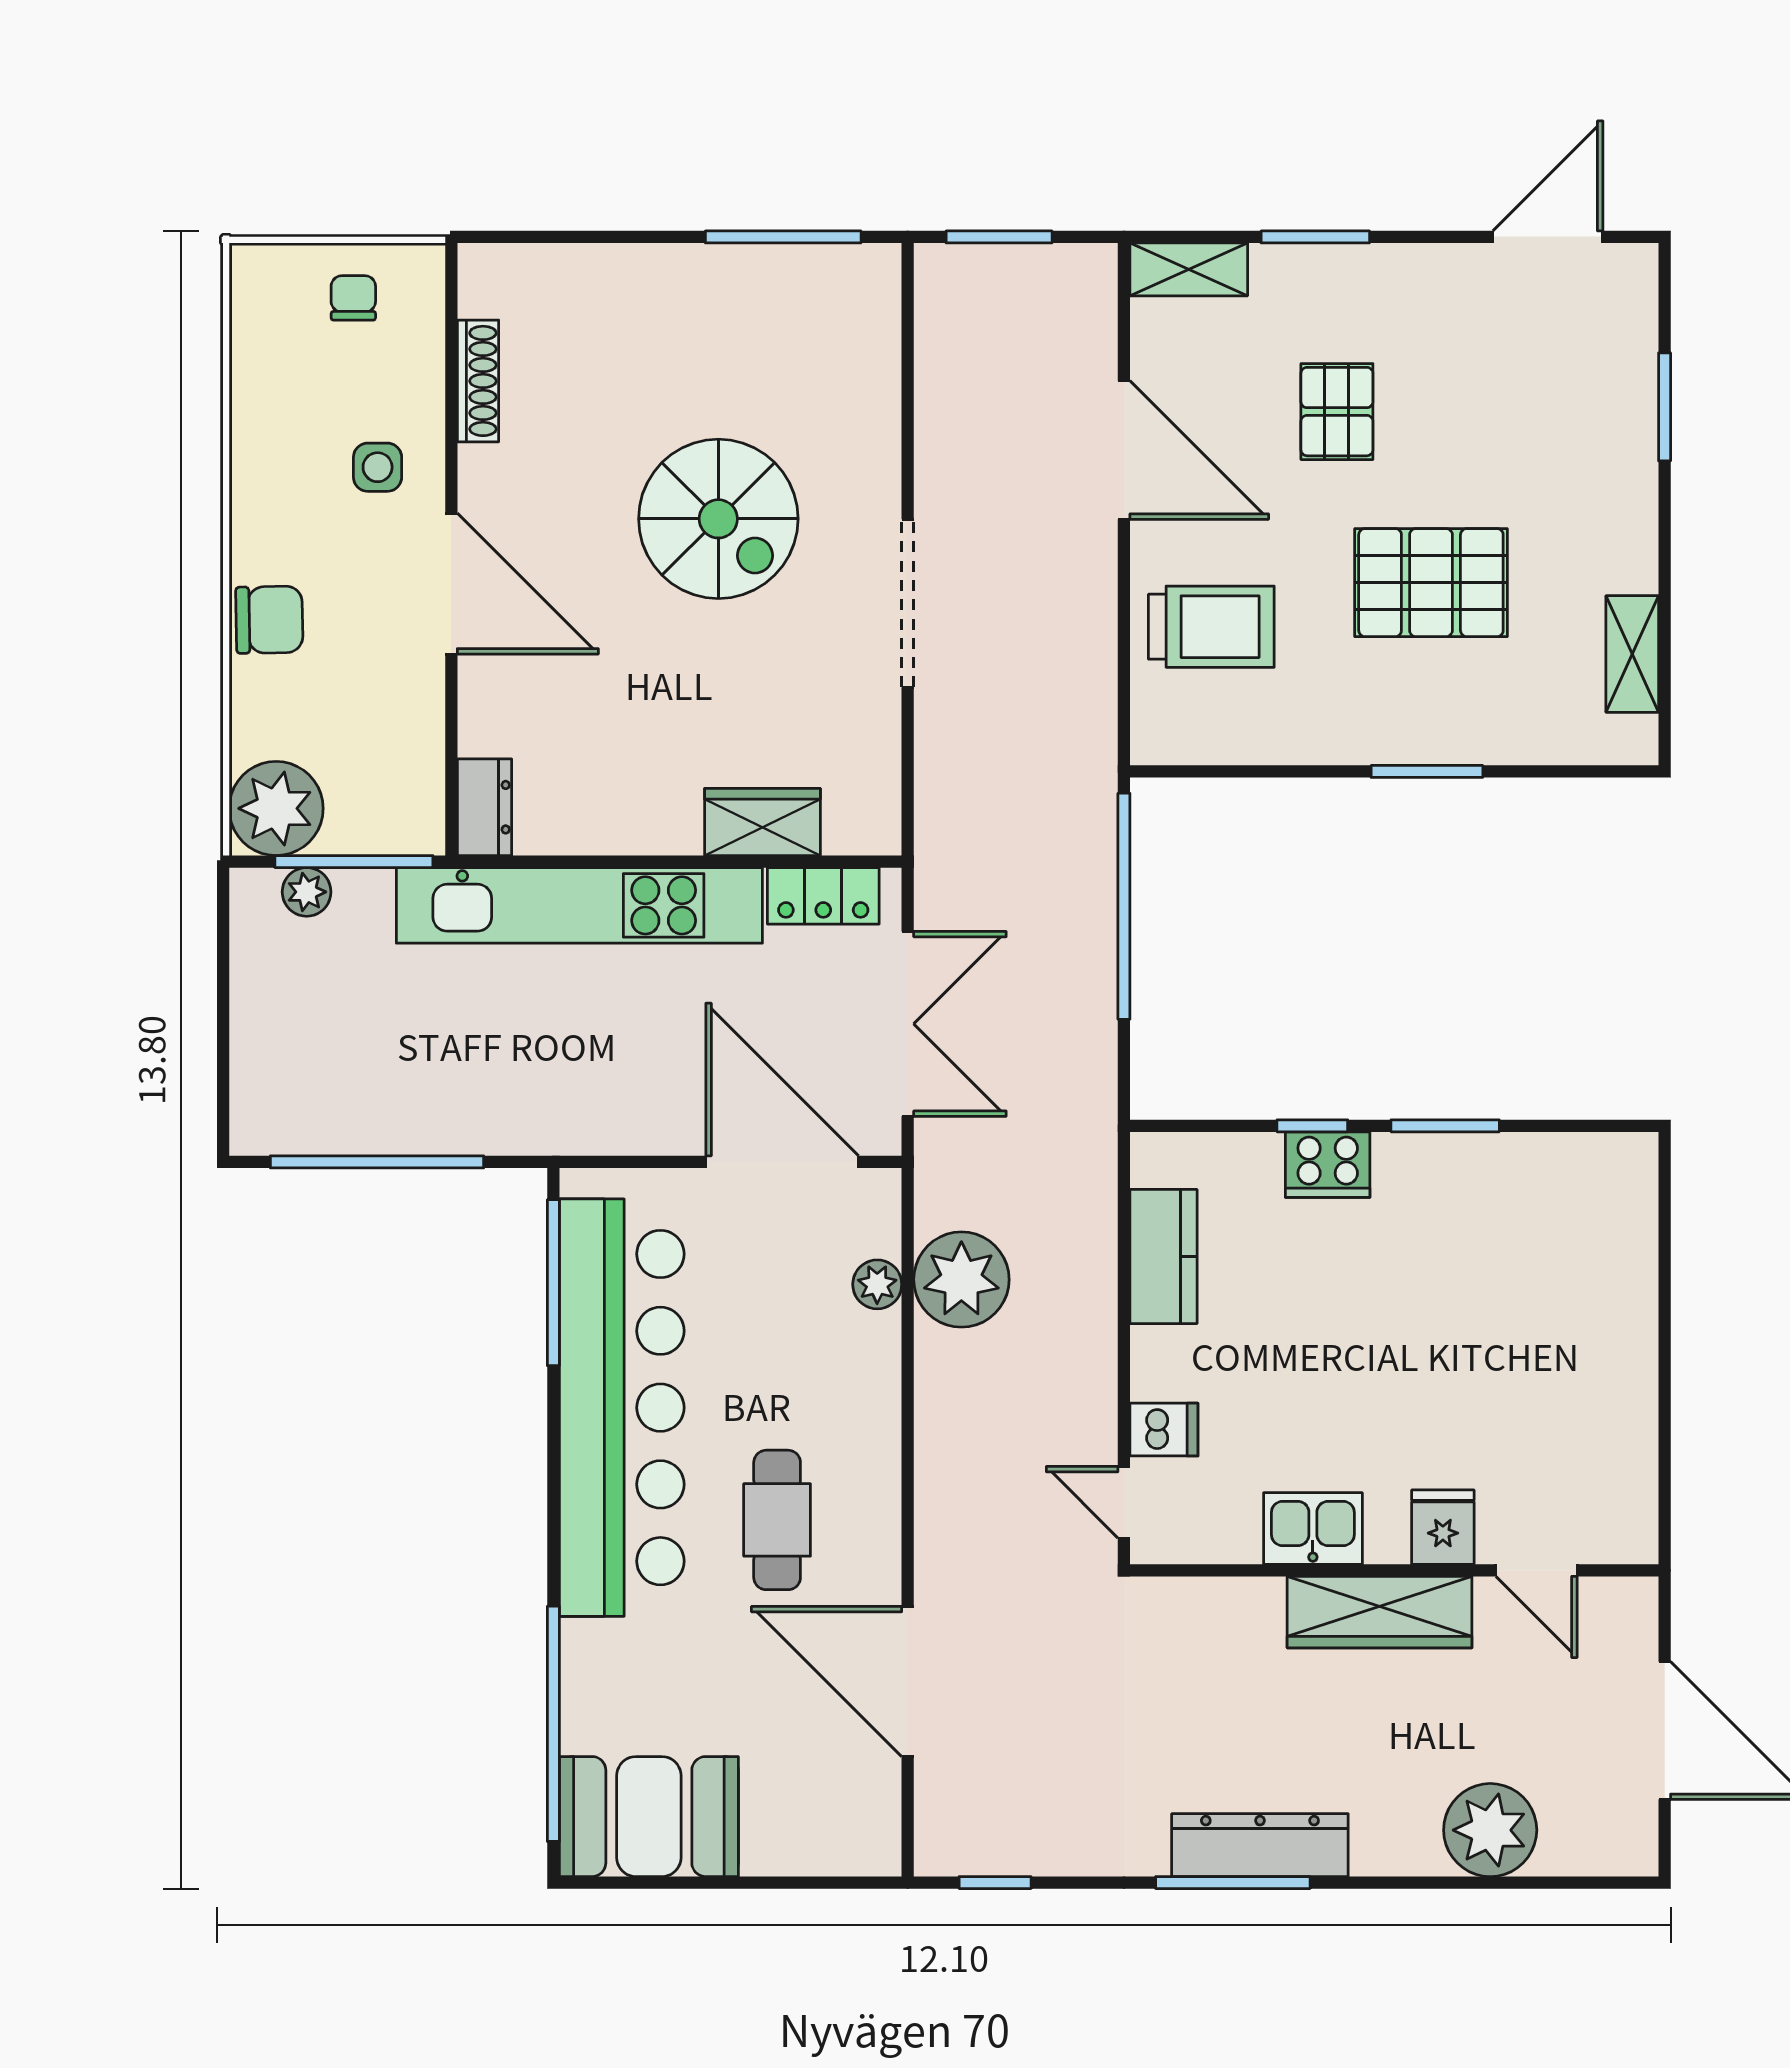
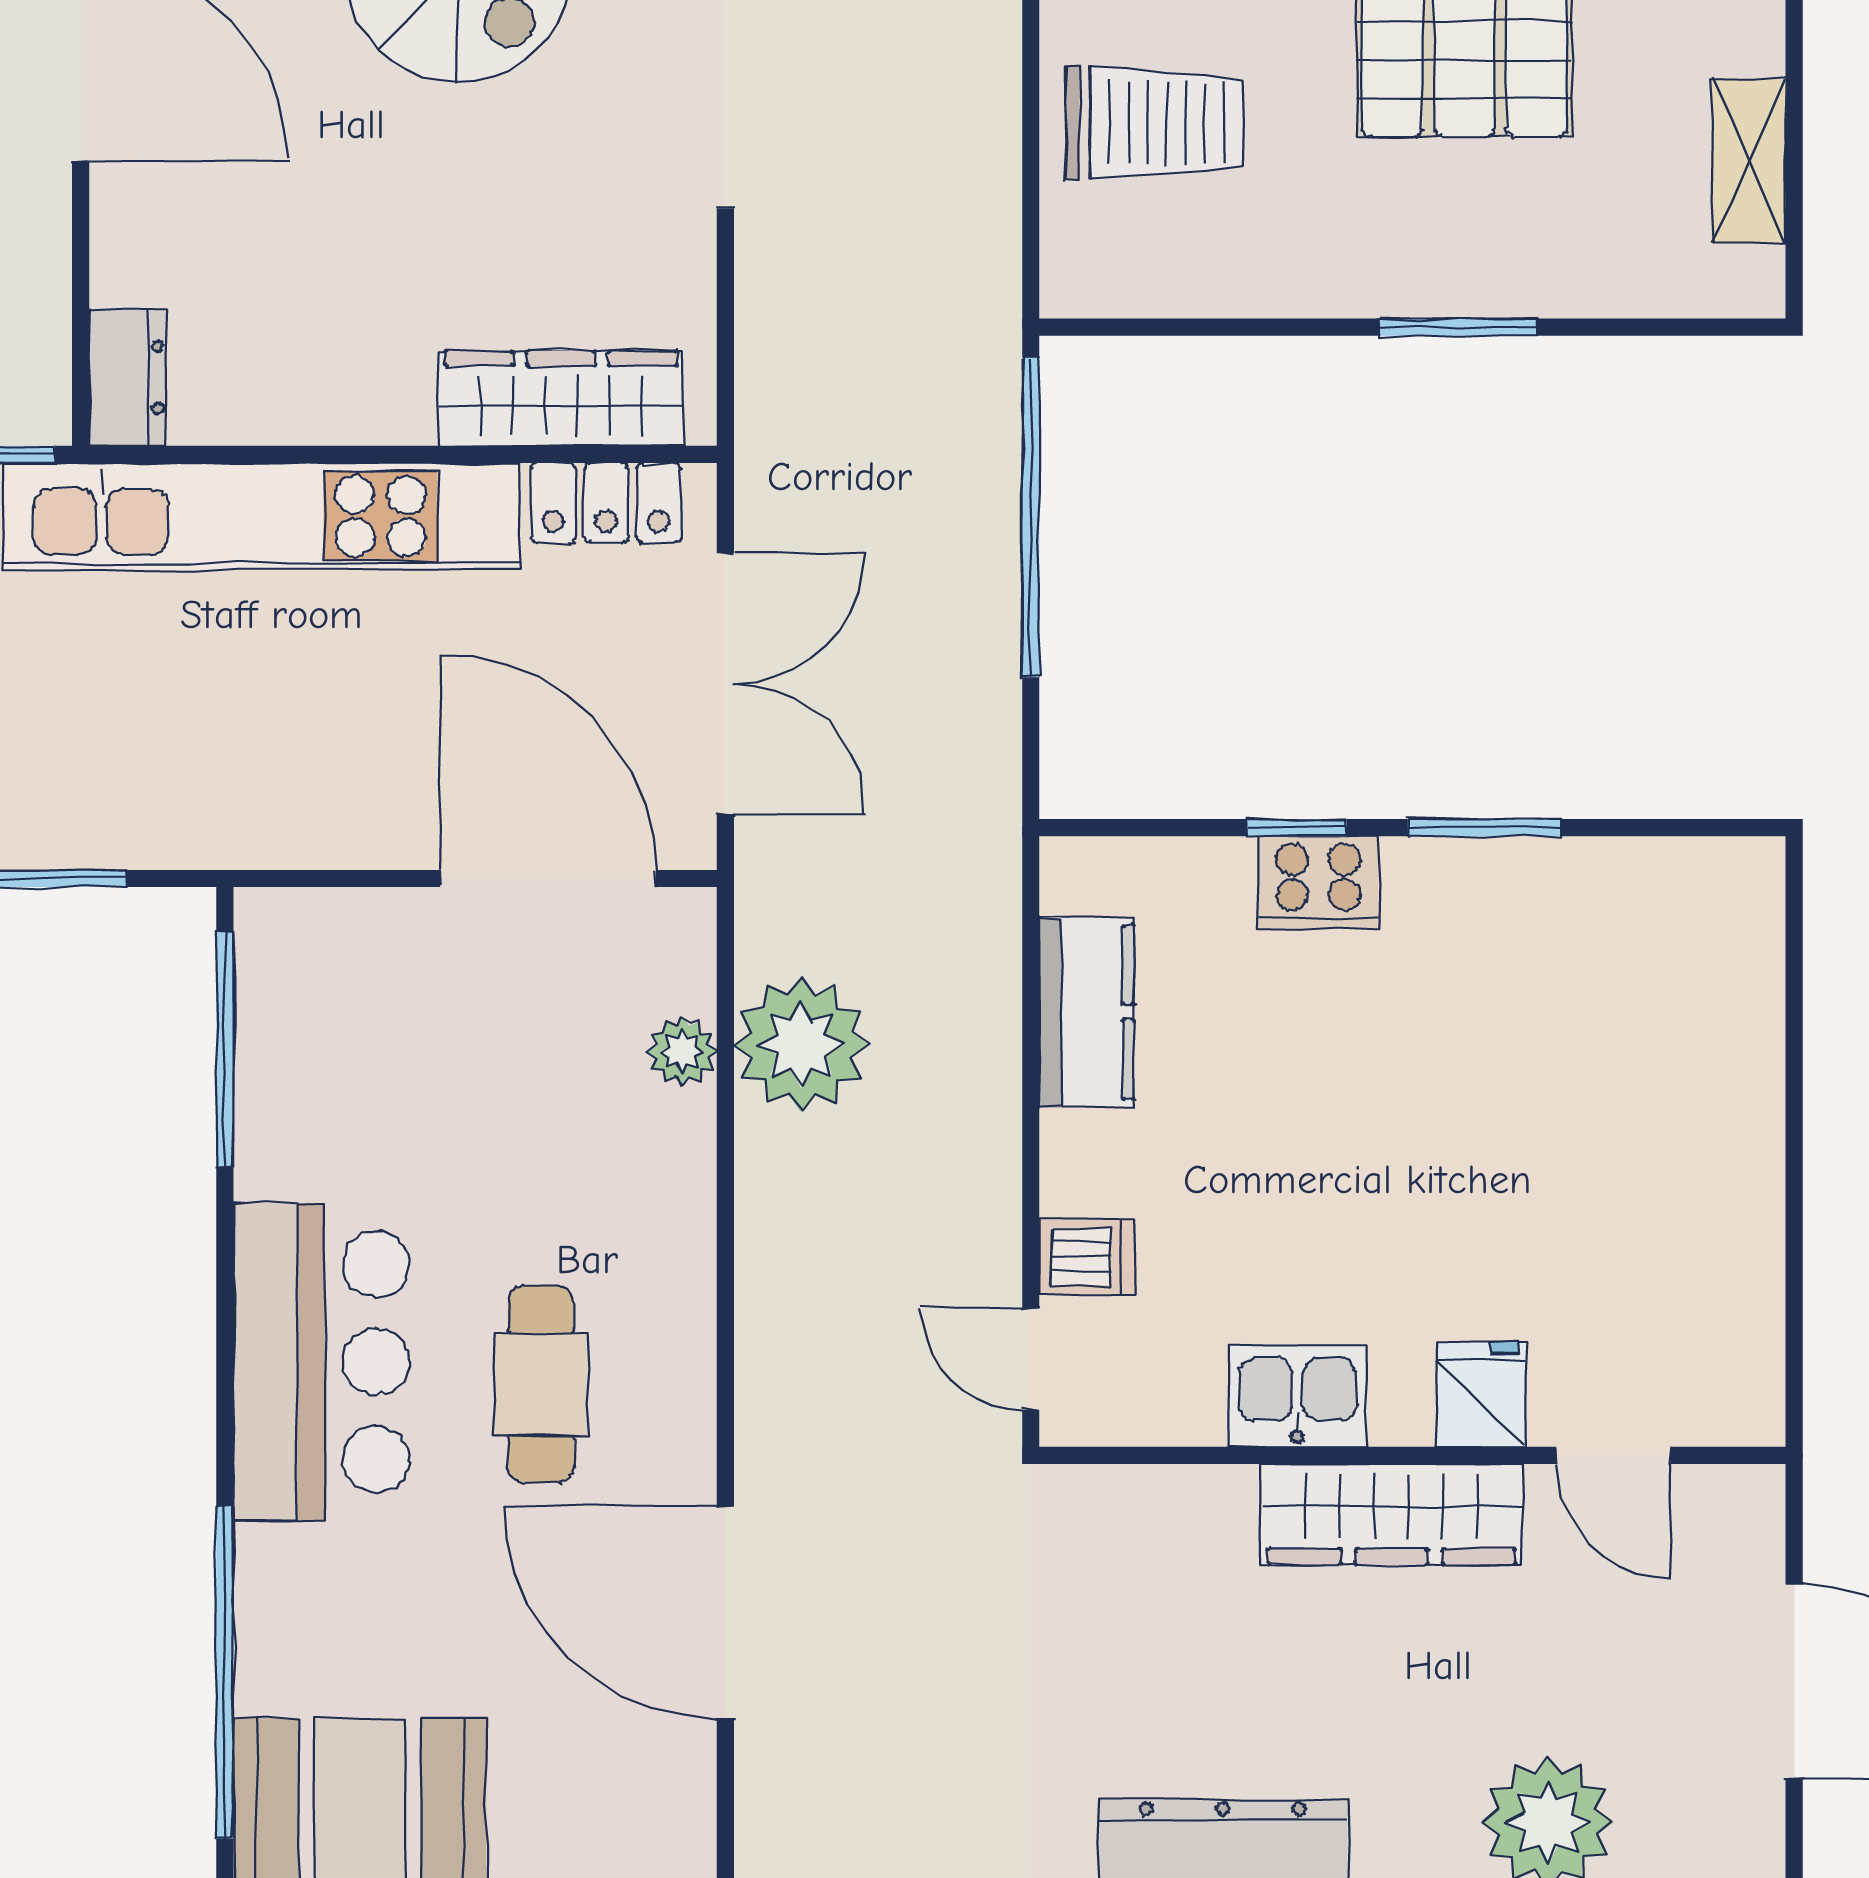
wardrobe: (762, 822) -> (561, 398), width x1.50
bar counter: (622, 1408) -> (321, 1362), width x0.54

